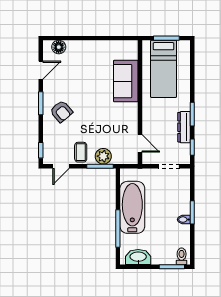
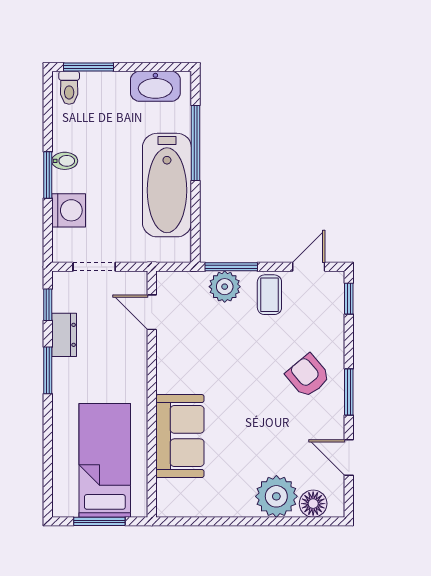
plant: (77, 51) -> (276, 496), added
door: (41, 70) -> (349, 458), hinge flipped
dresser: (184, 127) -> (64, 335), width x0.70
washing machine: (182, 195) -> (69, 210), added

